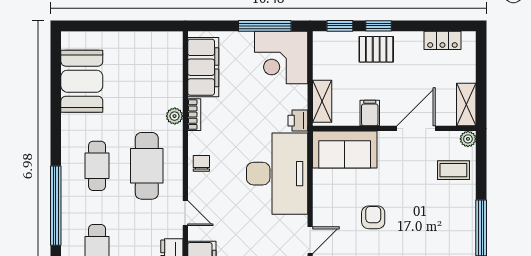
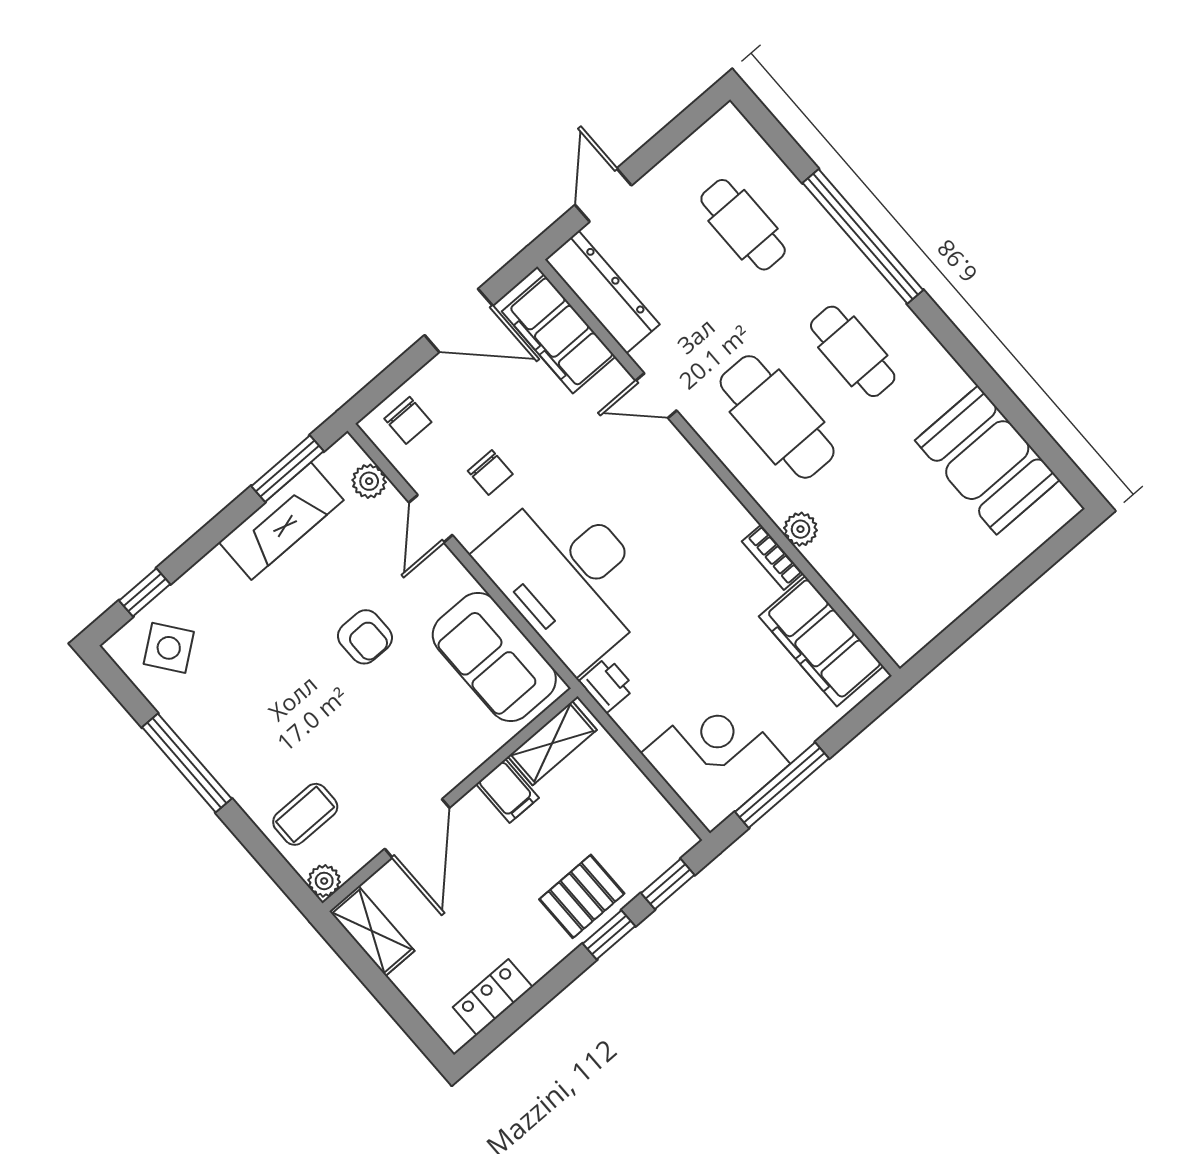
shelving: (322, 101) -> (552, 743), moved, turned 90
sofa: (345, 149) -> (494, 657), moved, turned -90
chair: (201, 163) -> (490, 472), moved

